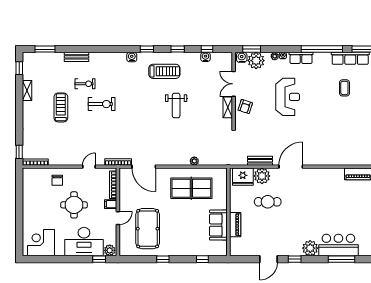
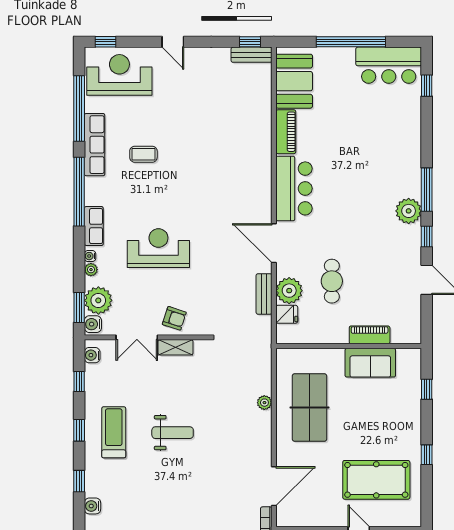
water cooler: (205, 57) -> (92, 355), moved
treadmill: (164, 71) -> (114, 432), moved
fridge: (243, 177) -> (287, 314), width x0.53, depth x0.75
bar counter: (338, 245) -> (294, 188), moved, turned 180
window: (342, 259) -> (427, 190), moved

